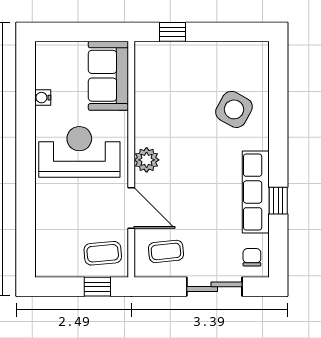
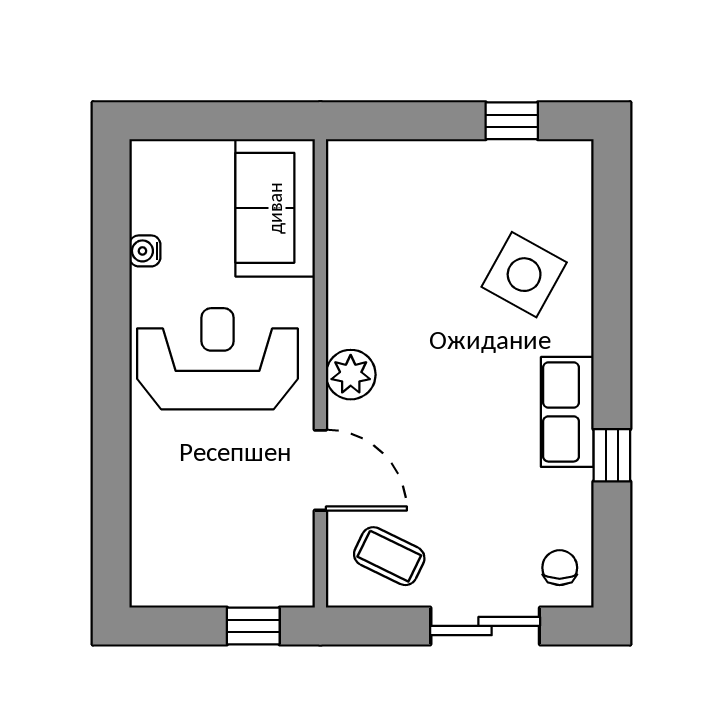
window: (172, 32) -> (512, 121), moved
row of seats: (256, 192) -> (567, 412), width x0.68
coffee table: (166, 251) -> (389, 556), turned 32
coffee table: (103, 253) -> (264, 560), removed

